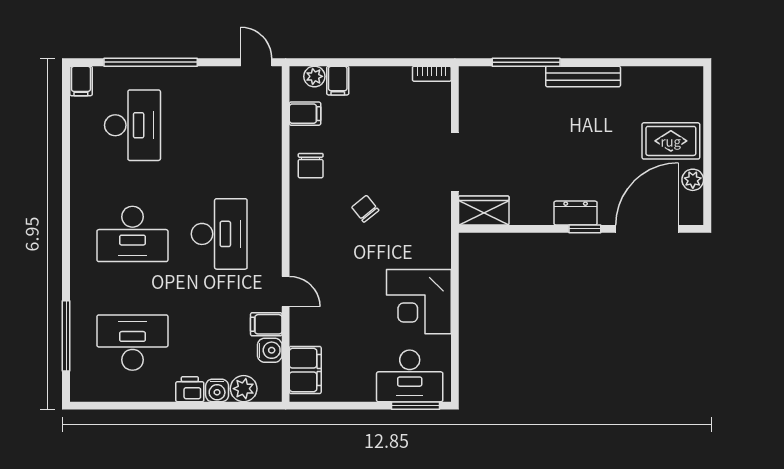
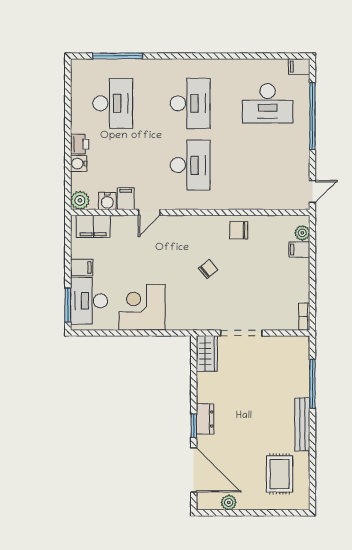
filing cabinet: (305, 114) -> (82, 268), moved, turned -90
rug: (671, 141) -> (280, 474), moved
desk: (132, 234) -> (190, 103), turned 180
desk: (219, 234) -> (190, 165), turned -90
plant: (244, 389) -> (80, 200), moved

